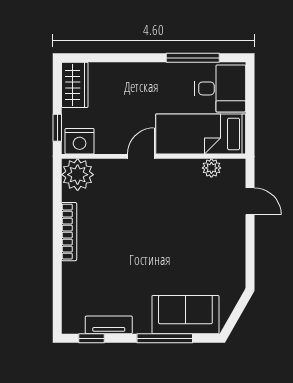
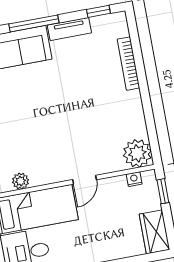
nightstand: (80, 141) -> (134, 179), width x0.53, depth x0.56
bookcase: (69, 232) -> (128, 64), moved
tv unit: (109, 325) -> (69, 29), moved

